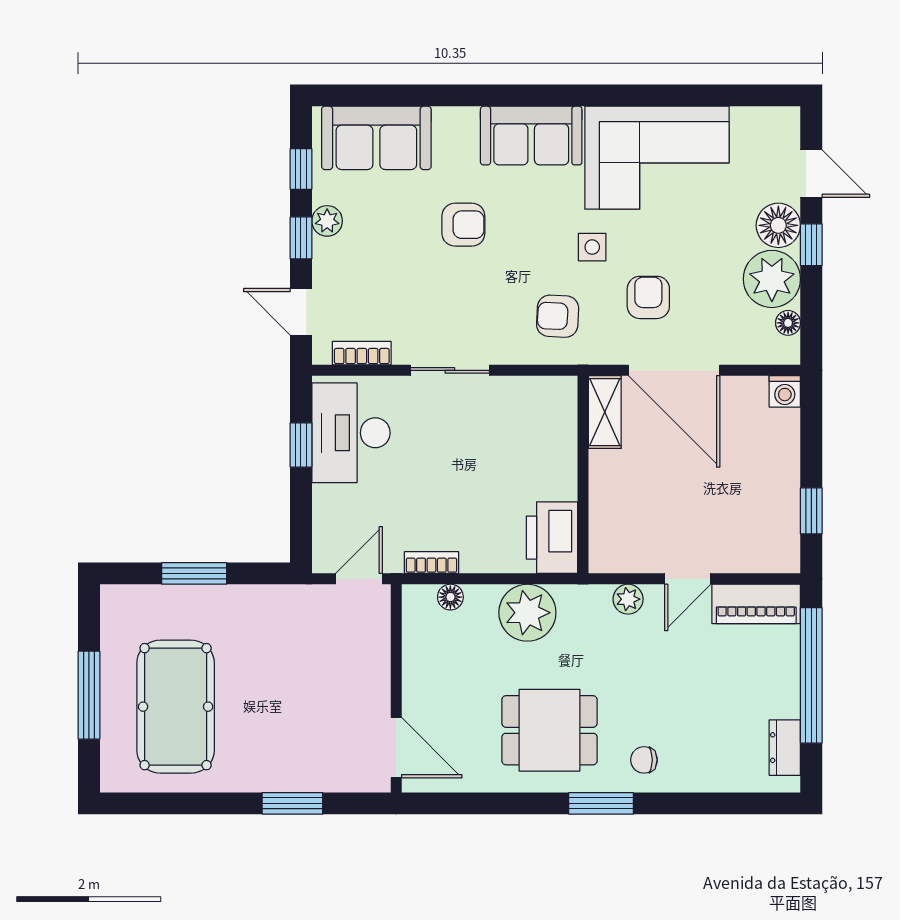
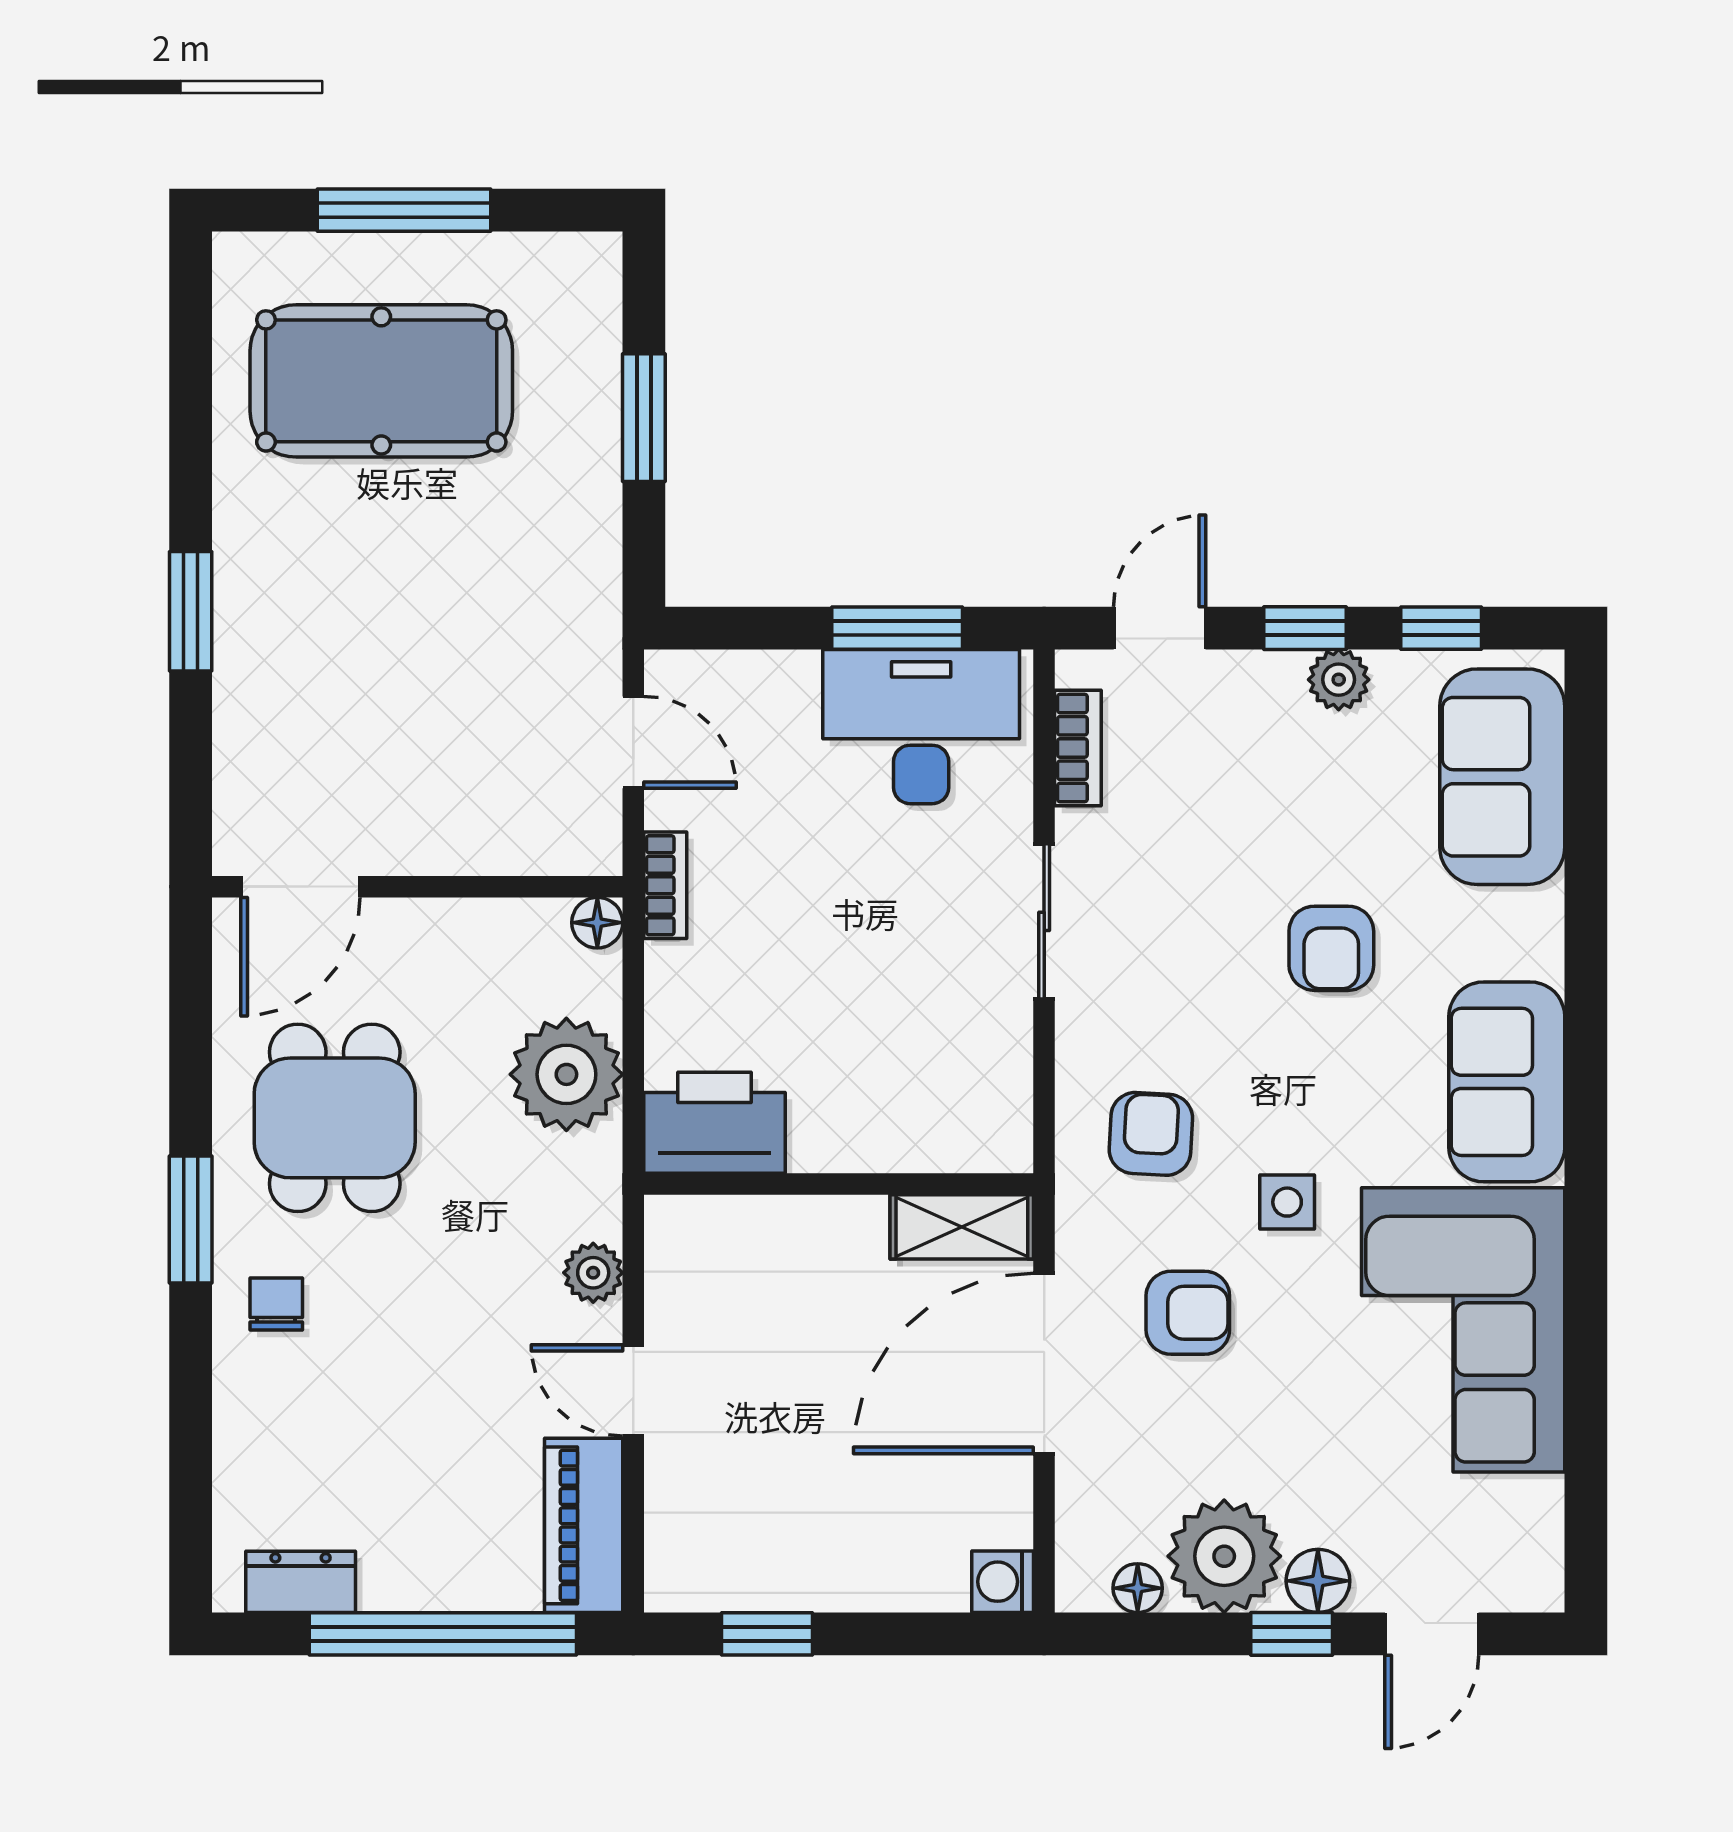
floor lamp: (778, 225) -> (1318, 1581), width x0.73, depth x0.73
window: (301, 445) -> (897, 628), width x1.50
wall: (396, 688) -> (417, 887), moved
door: (396, 748) -> (300, 887), moved

